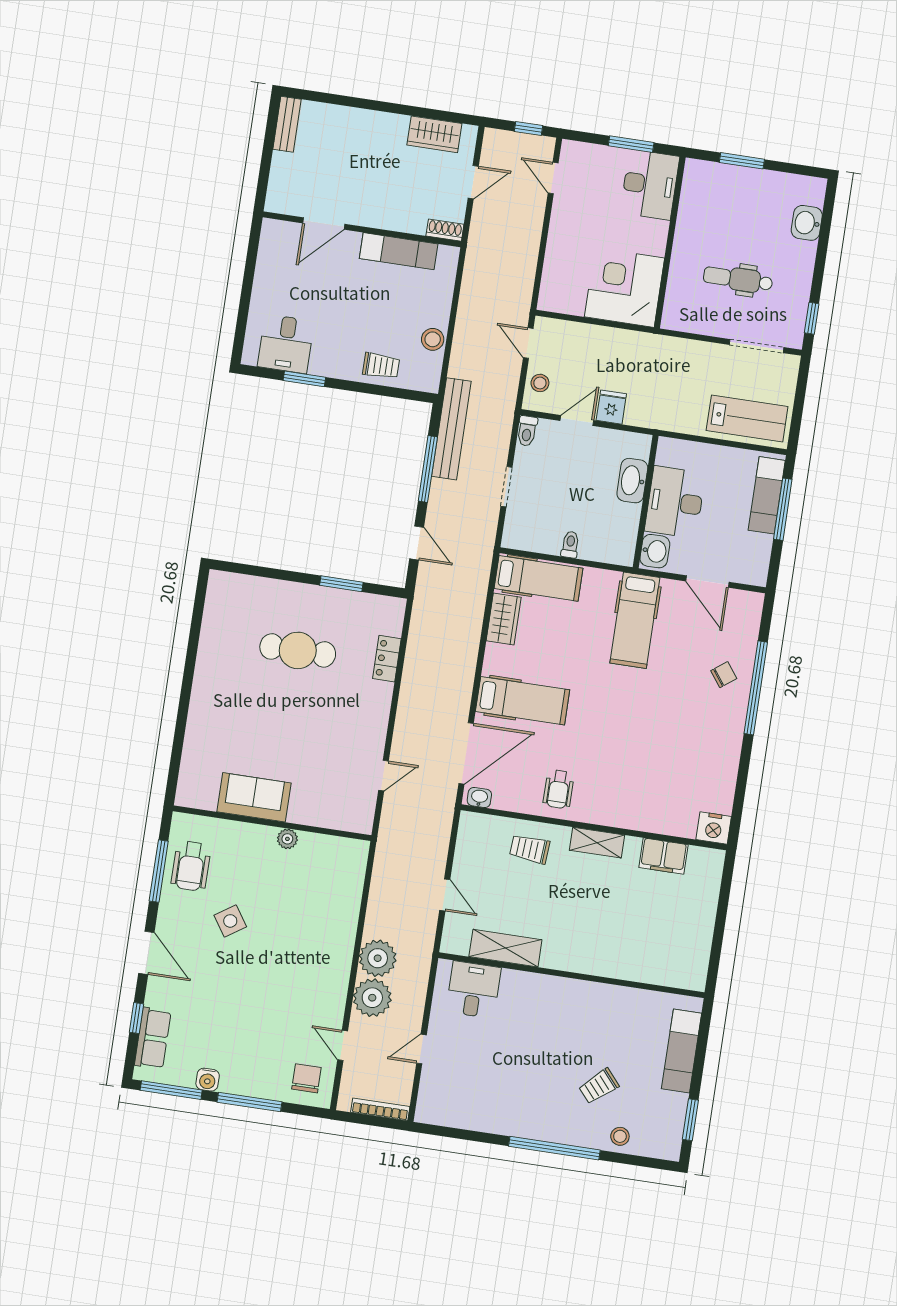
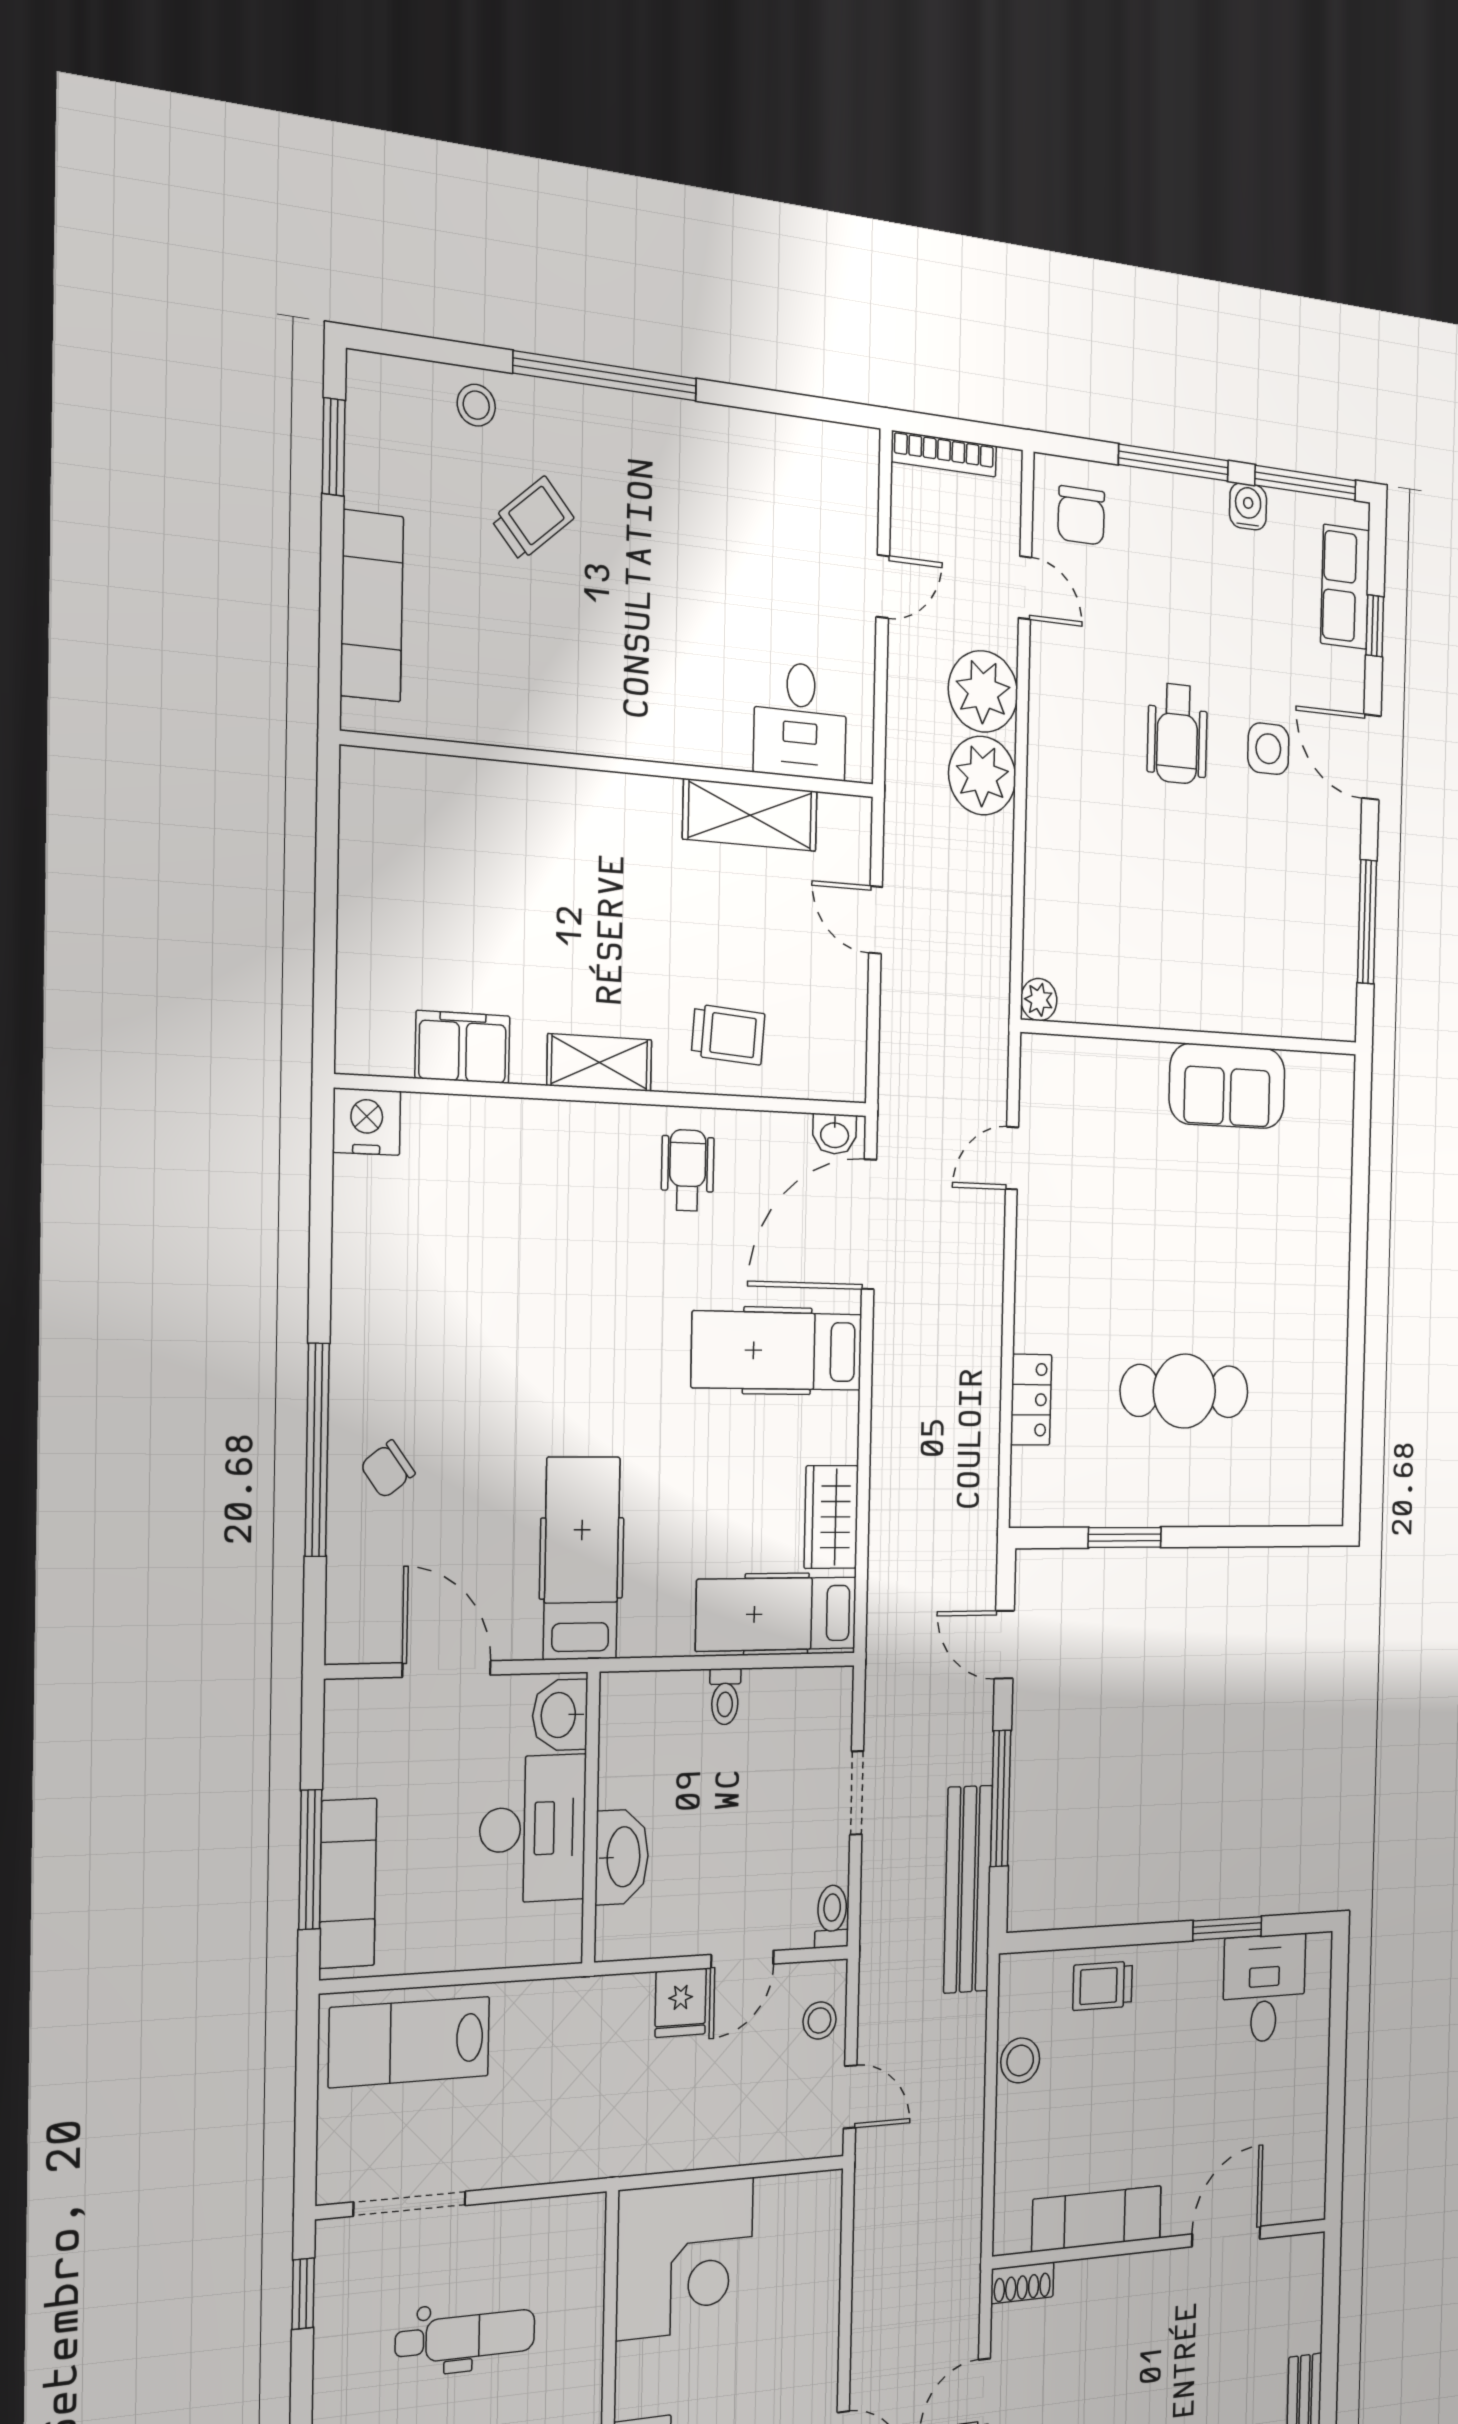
plant: (287, 839) -> (1039, 1000), moved
wheelchair: (191, 866) -> (1177, 734), moved, turned 180
side table: (230, 921) -> (1268, 749), moved, turned 34

